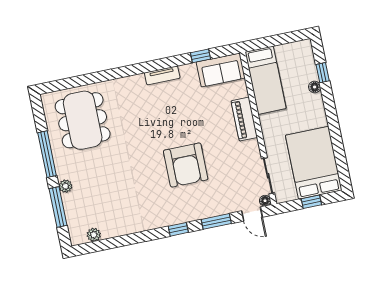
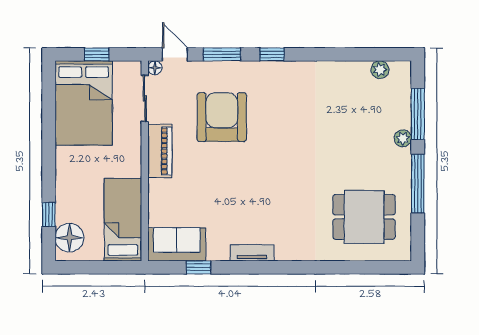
floor lamp: (315, 87) -> (69, 238), moved, width x1.89, depth x1.89
piano: (244, 119) -> (160, 151), moved
dining table: (83, 120) -> (364, 217), width x0.73
armchair: (186, 165) -> (222, 117), moved

